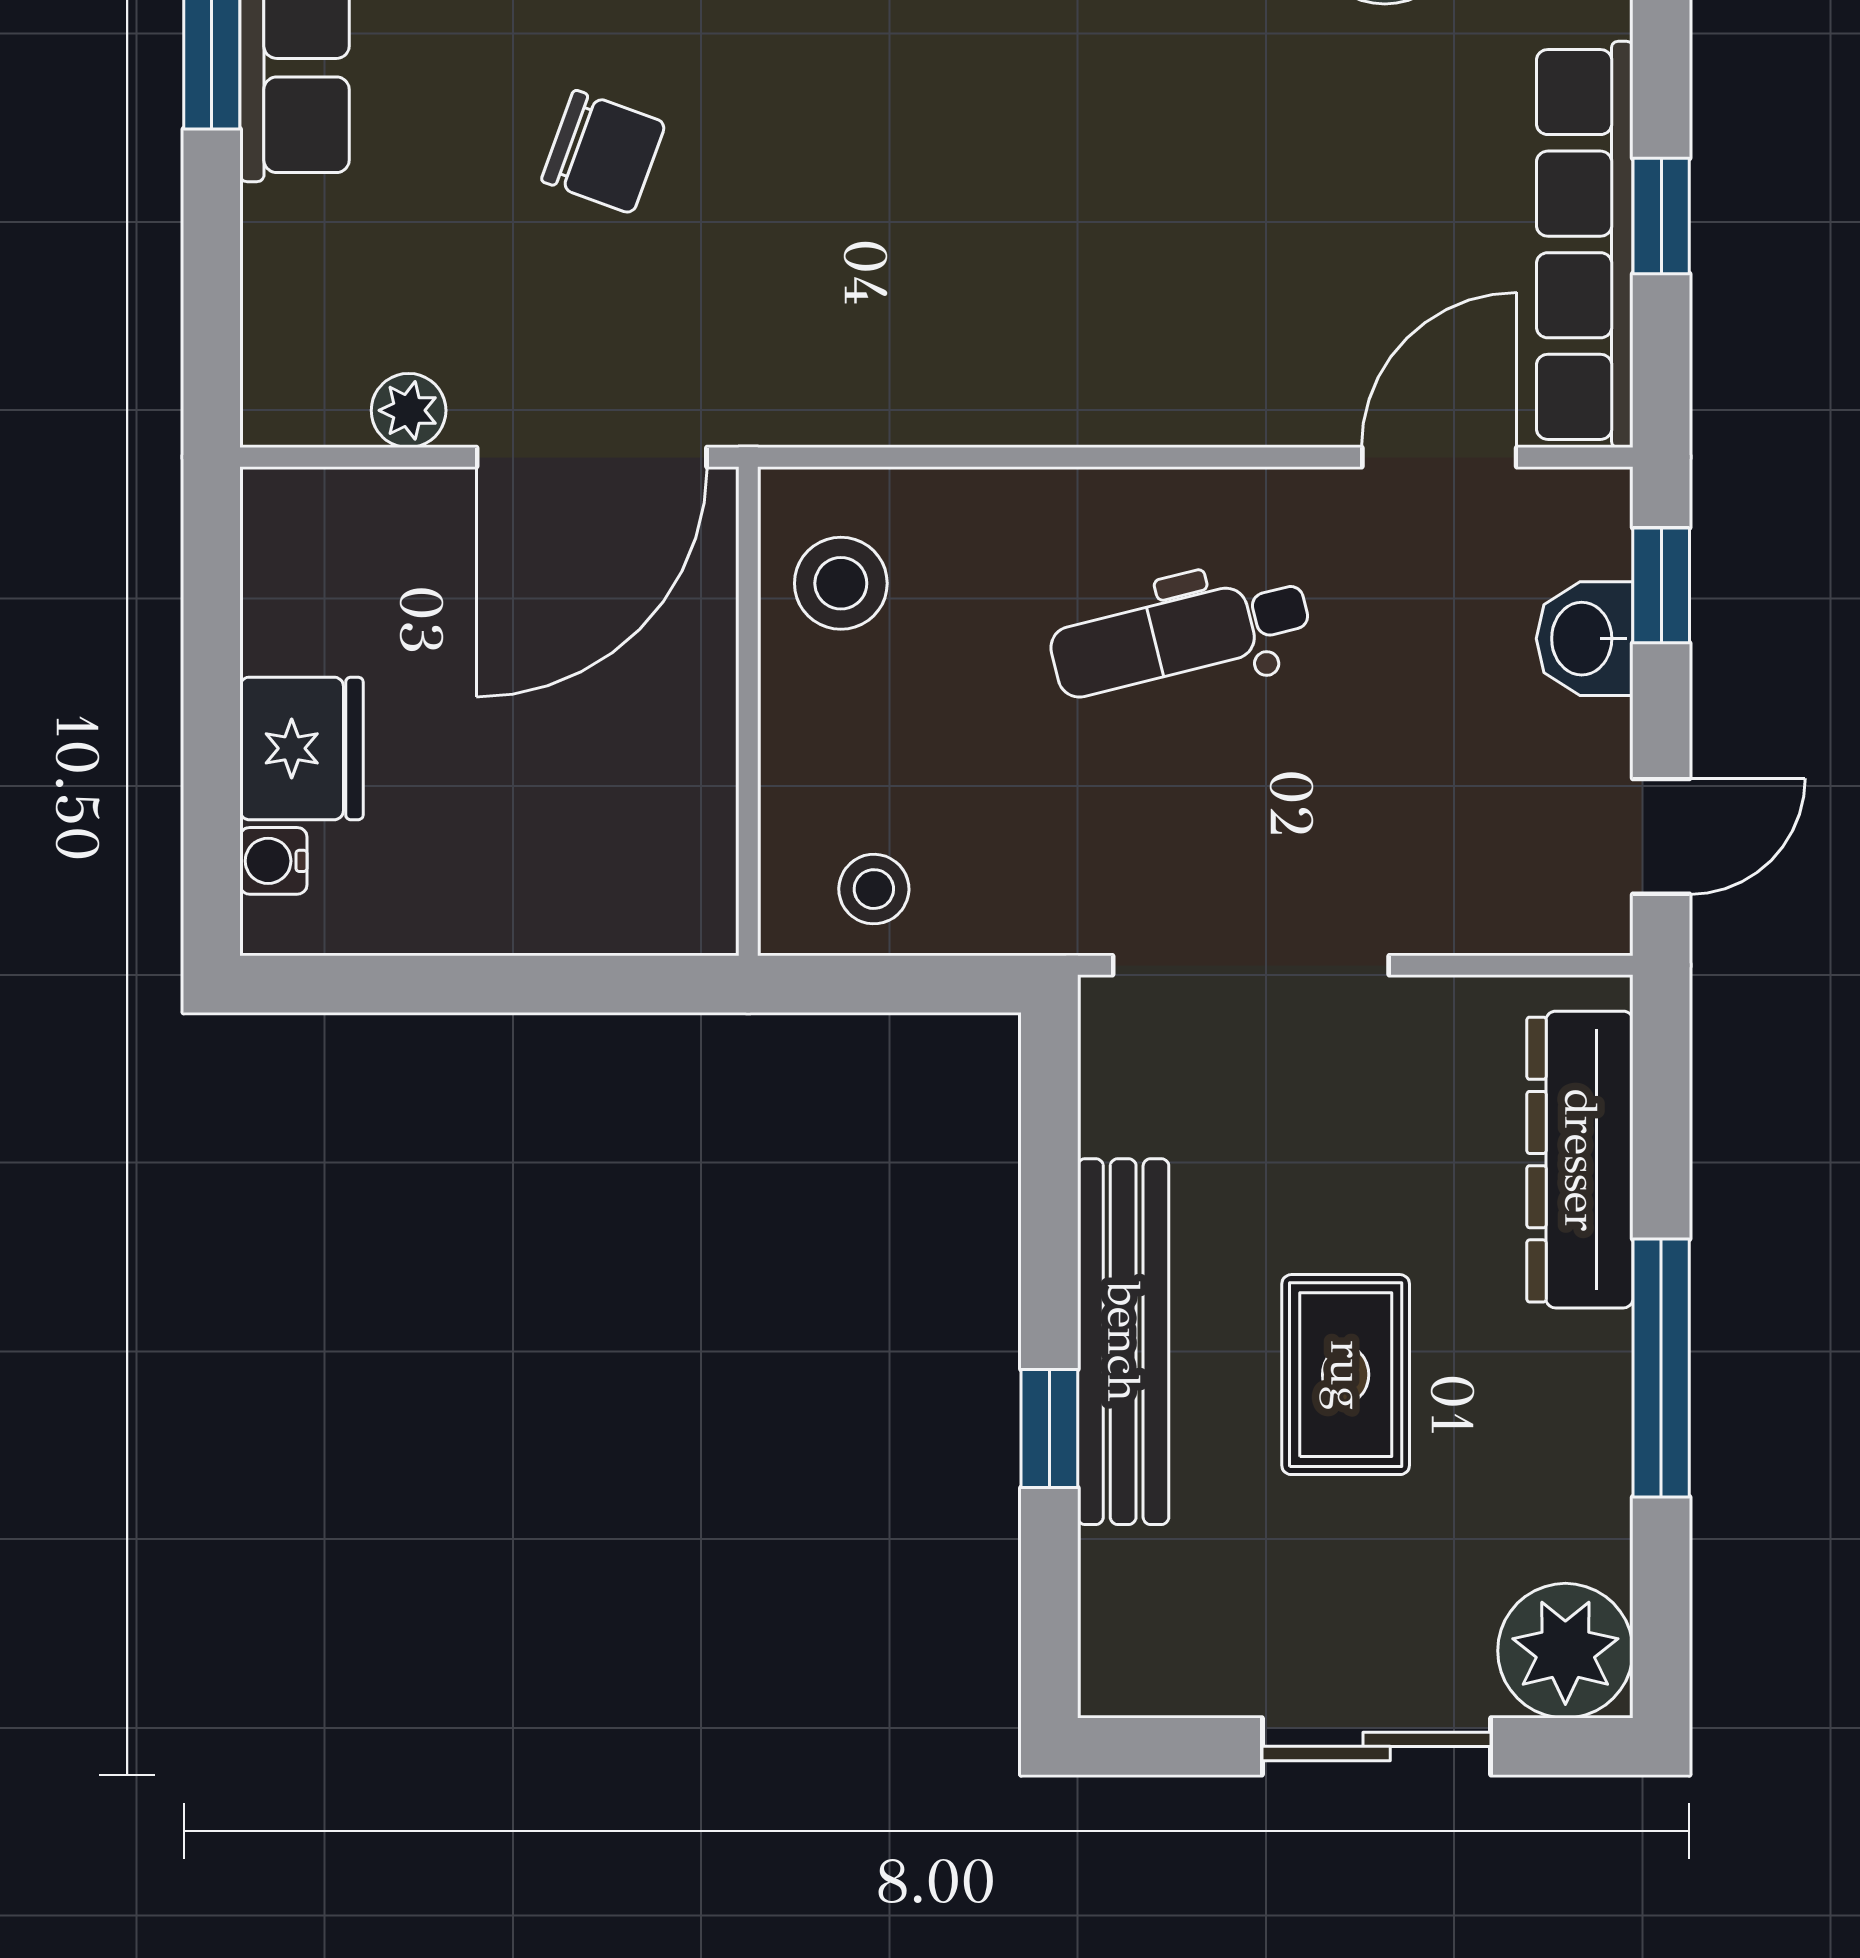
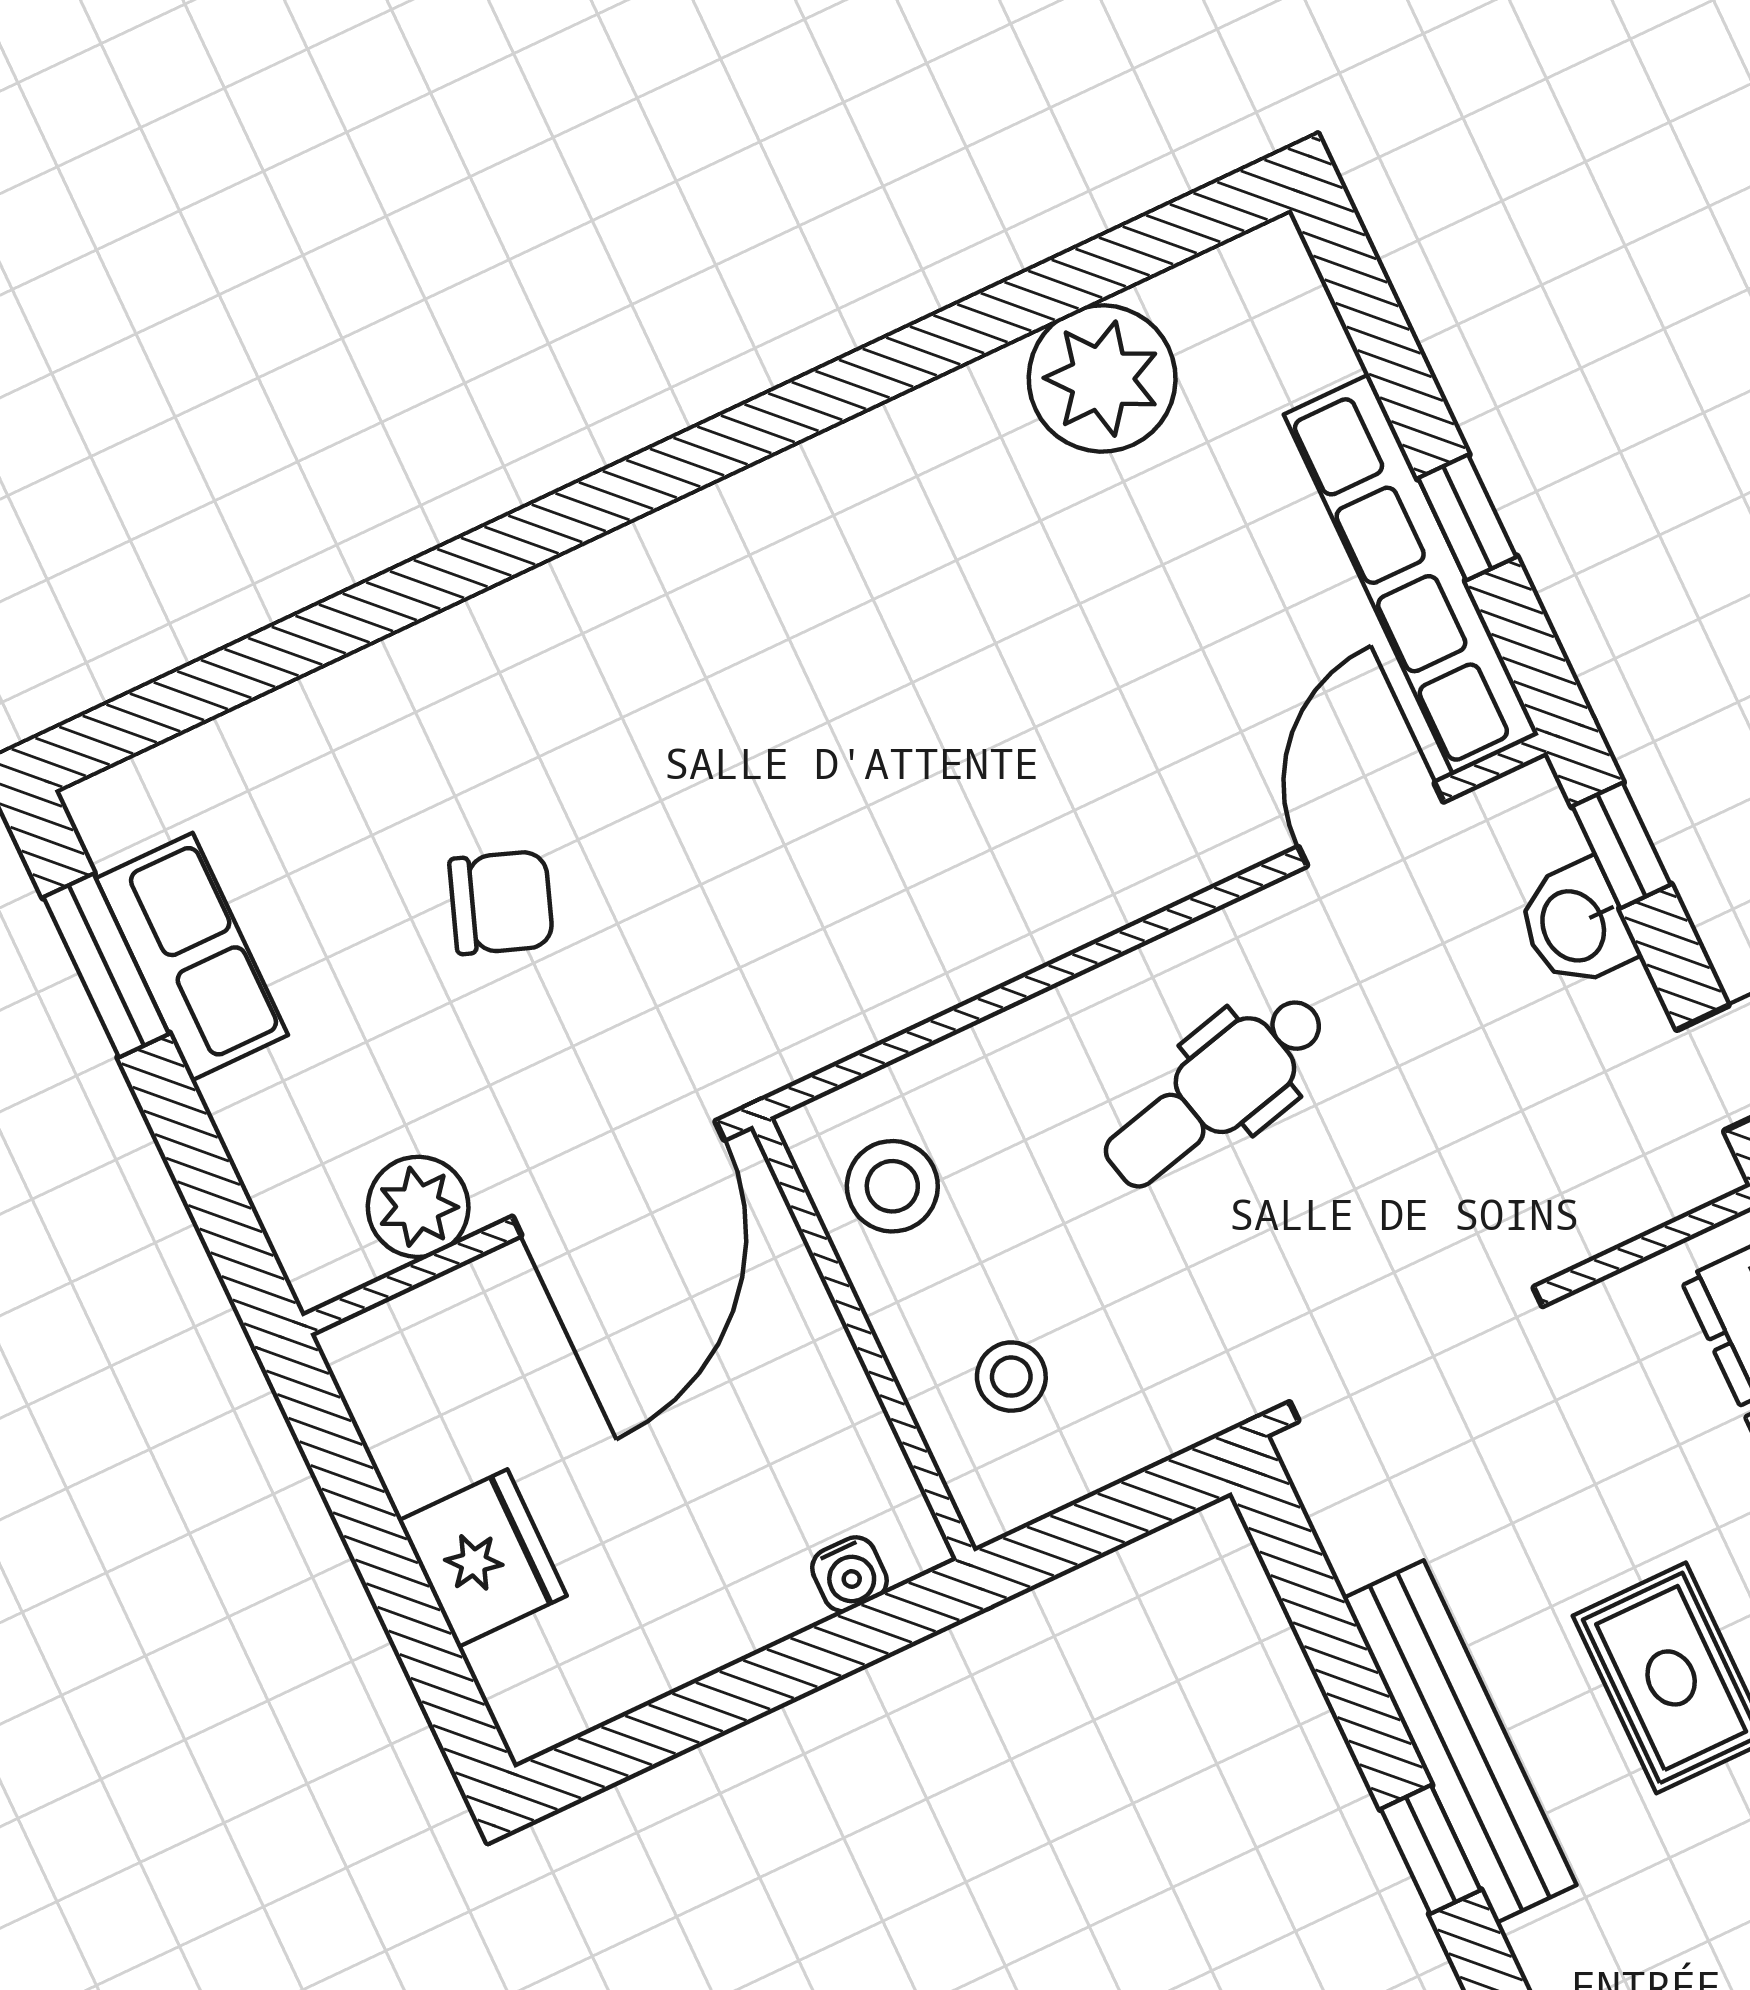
plant: (409, 410) -> (418, 1207), width x1.38, depth x1.38
water cooler: (273, 861) -> (849, 1574), moved, turned -90
stool: (874, 889) -> (1011, 1377), moved

